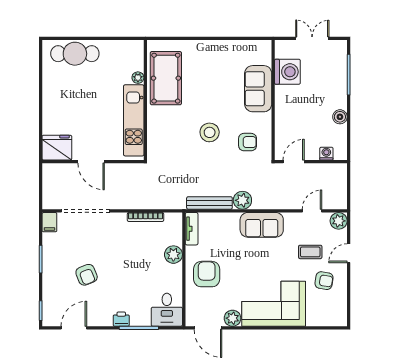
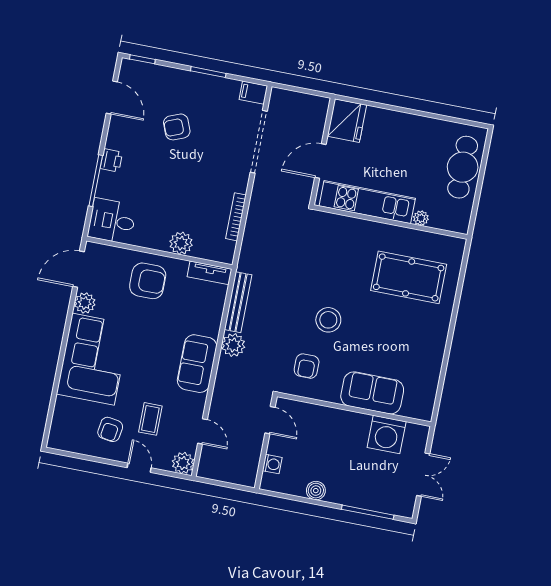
plant: (138, 78) -> (421, 218), moved
wall: (145, 100) -> (390, 222), moved
kitchen unit: (134, 120) -> (367, 202), moved

